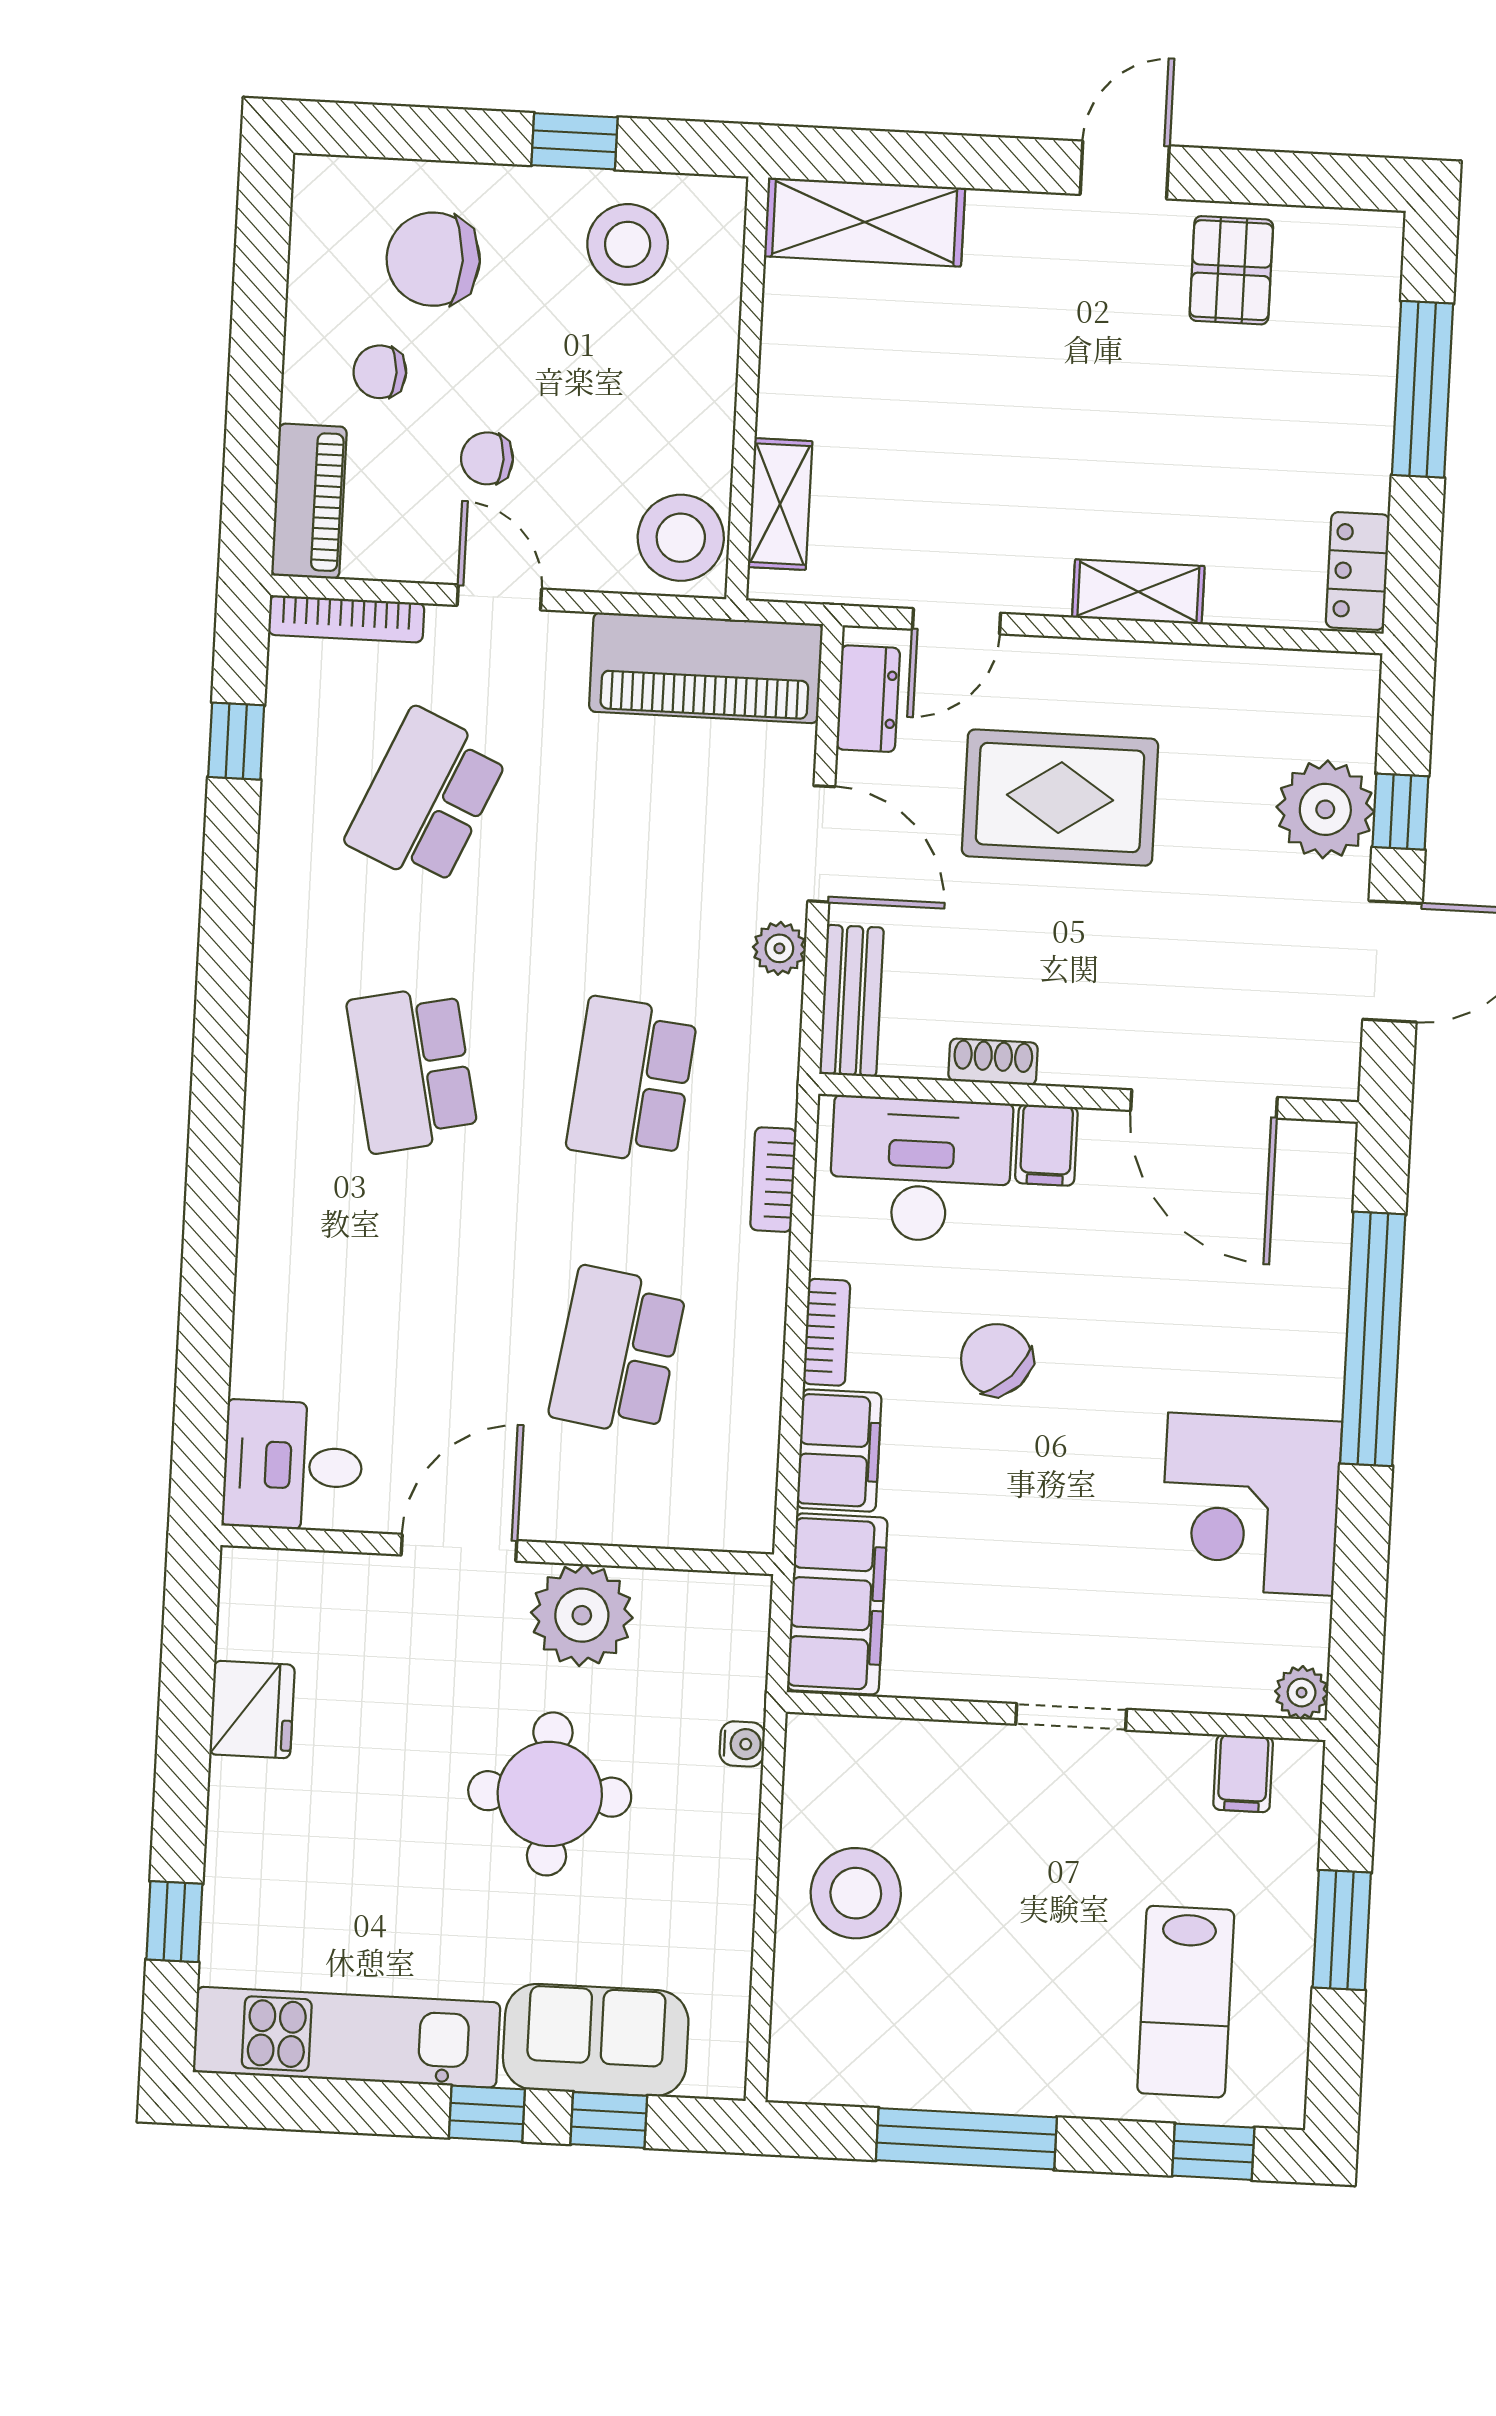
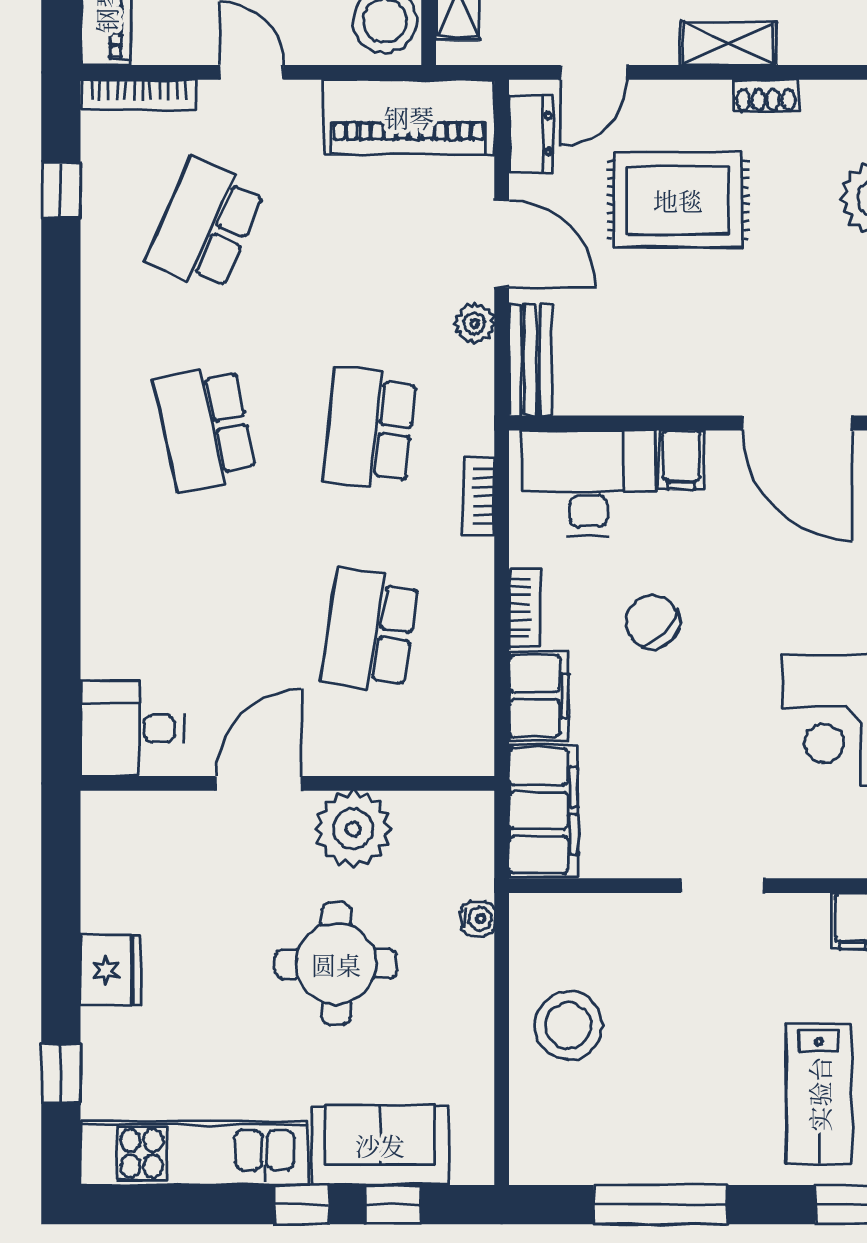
shoe rack: (993, 1062) -> (766, 96), moved, turned 180
fridge: (252, 1710) -> (111, 970), moved

